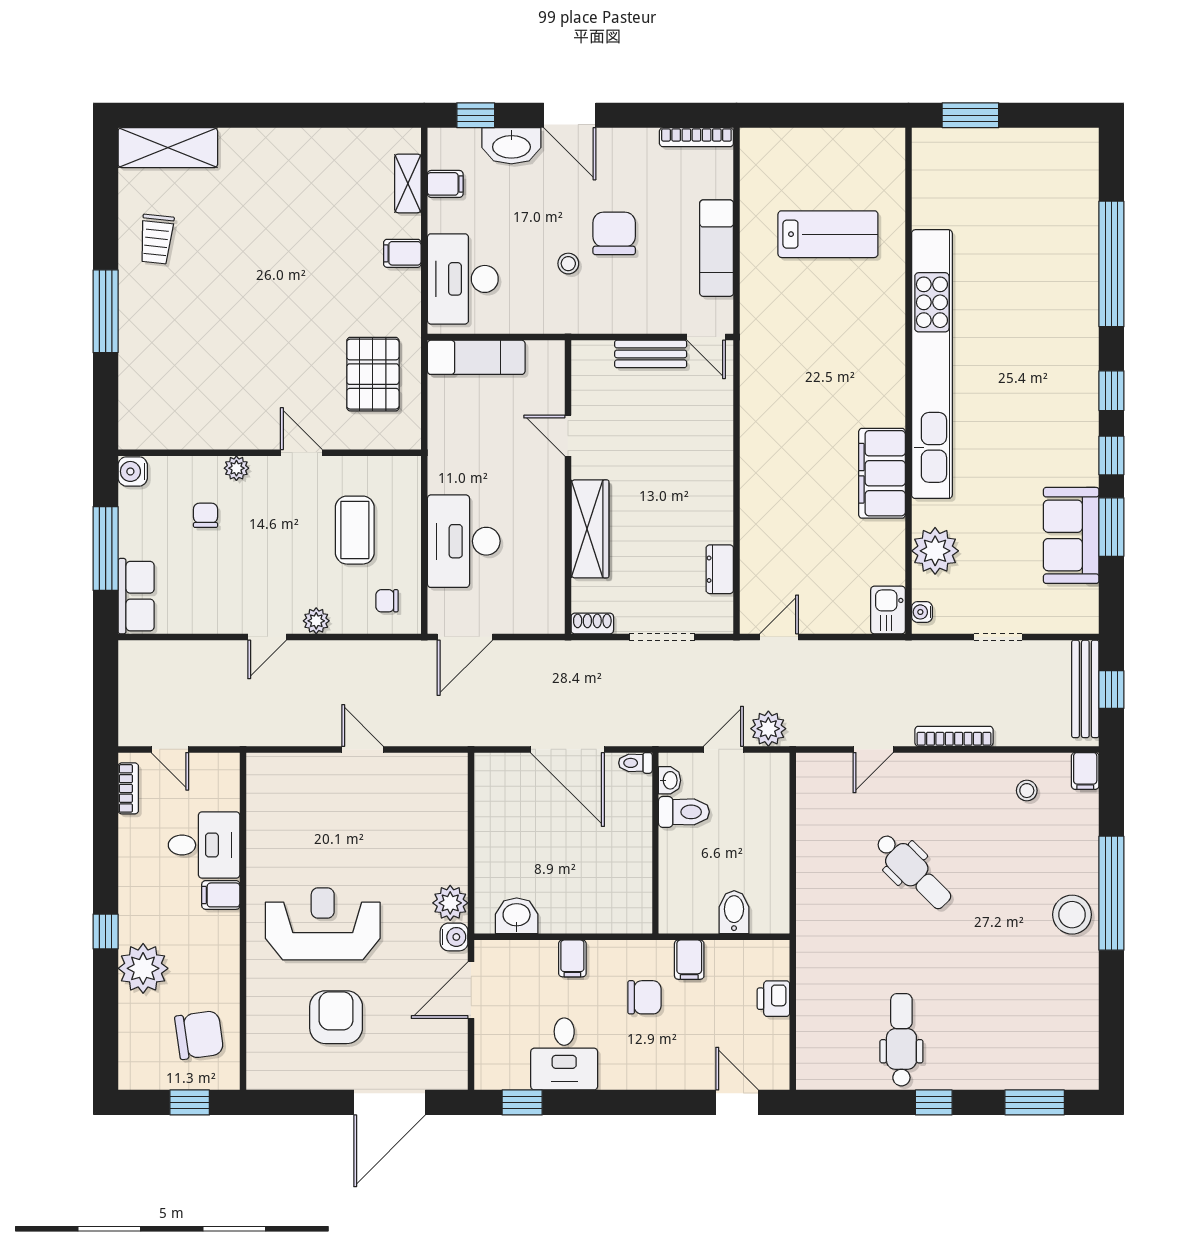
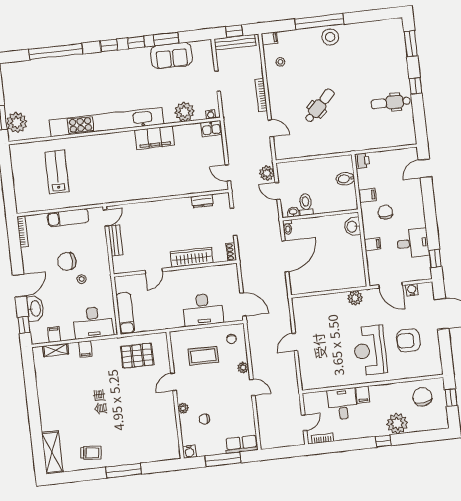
plant: (955, 153) -> (17, 122), added
washbasin: (517, 916) -> (352, 227), moved
water cooler: (454, 937) -> (412, 290), moved
printer: (773, 999) -> (362, 161), moved, turned -90

